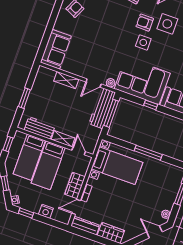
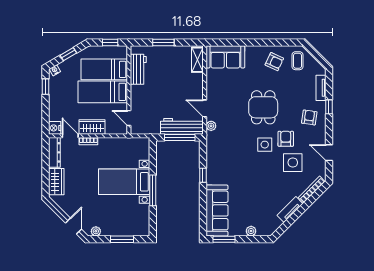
dining table: (111, 32) -> (263, 107), added
shelving: (66, 80) -> (197, 60), moved
corner sofa: (142, 81) -> (225, 158), removed
shelving: (63, 139) -> (136, 97), removed
door: (79, 151) -> (129, 118), swing flipped
bed with nightstands: (117, 166) -> (124, 182), moved, turned 90
nightstand: (46, 211) -> (55, 128), moved

